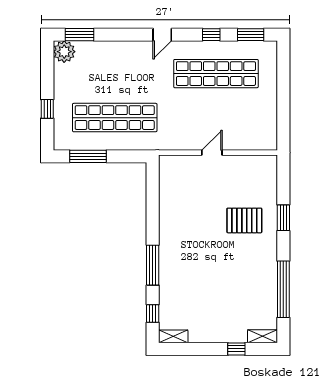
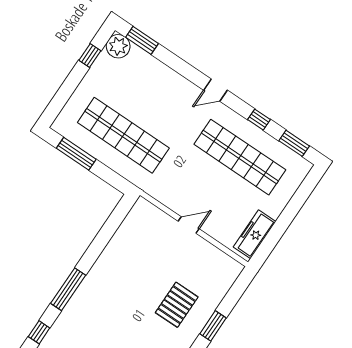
window: (47, 109) -> (90, 55), moved
freezer: (268, 125) -> (255, 234), added
pallet: (244, 220) -> (177, 305), turned 90

